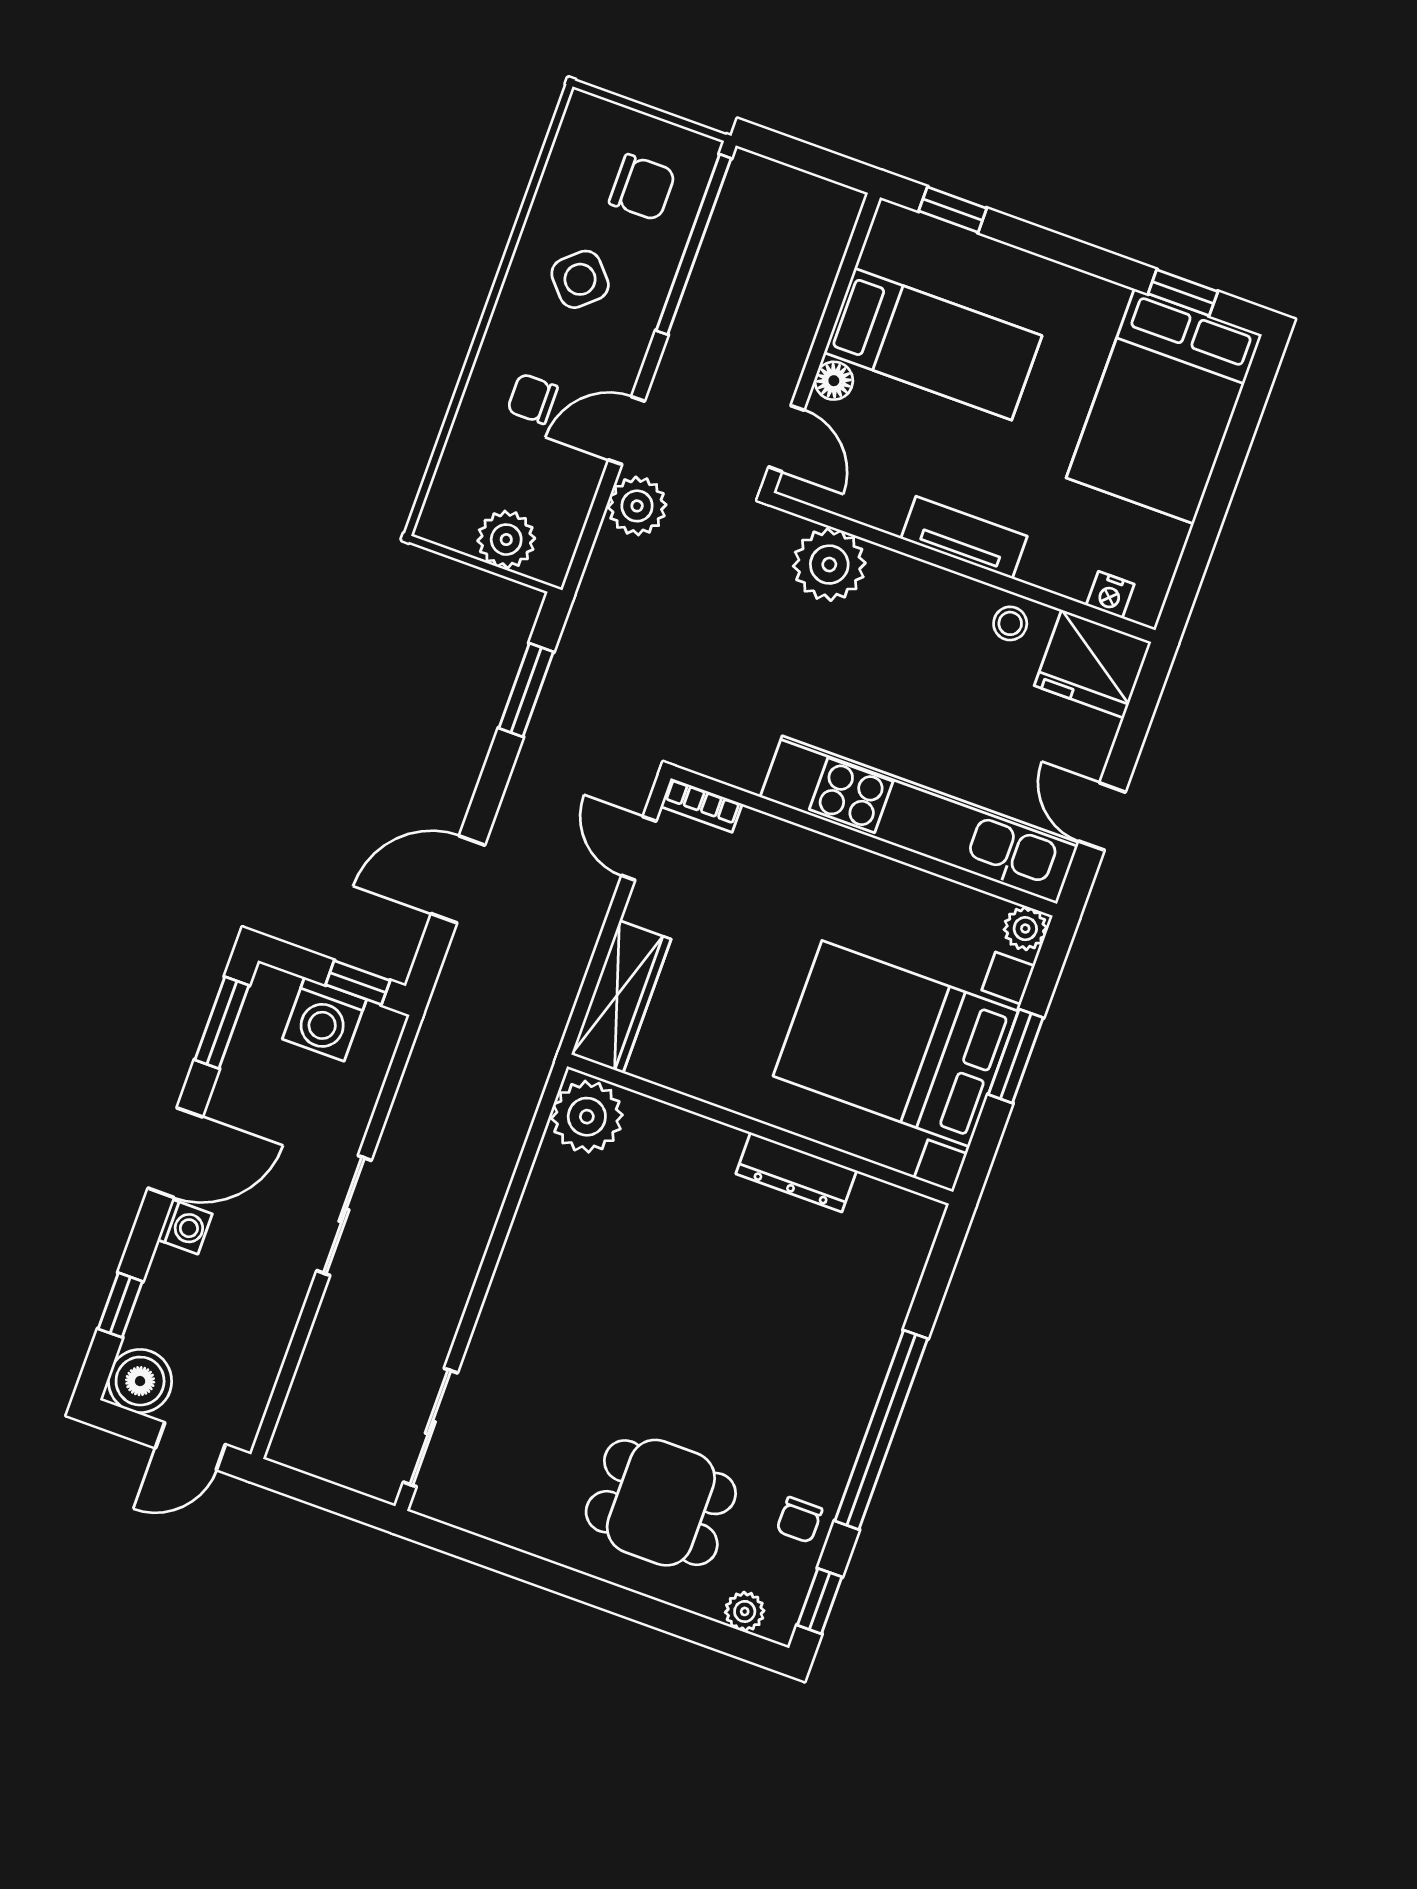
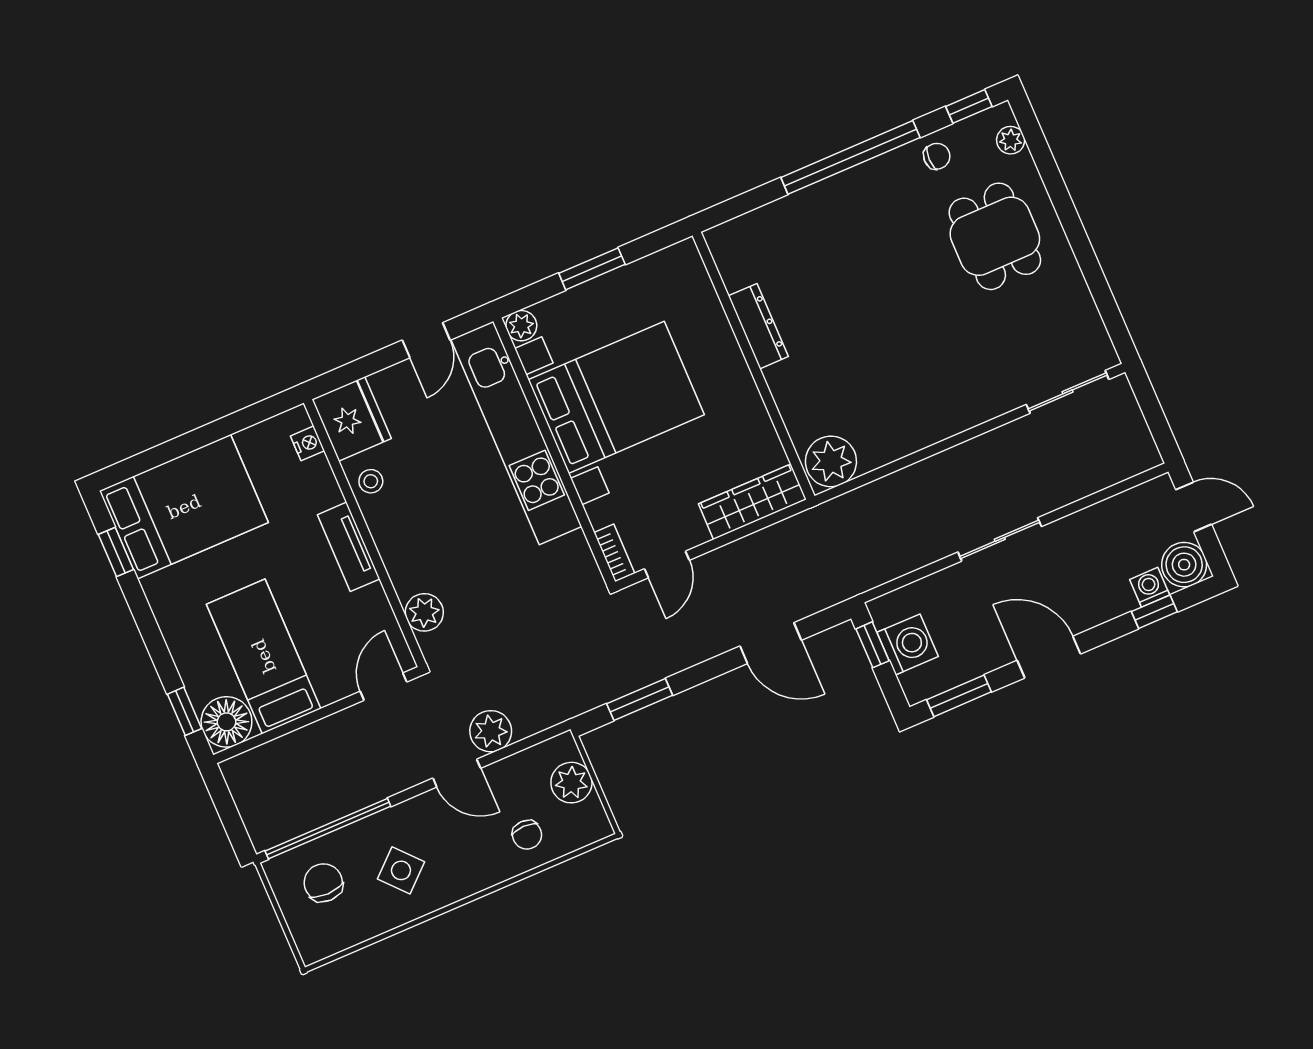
floor lamp: (834, 381) -> (226, 722), moved, width x1.89, depth x1.89
chair: (532, 399) -> (527, 835), moved
plant: (829, 565) -> (424, 612), width x0.73, depth x0.73
bed with nightstands: (896, 1044) -> (616, 397), moved, turned -90
washing machine: (185, 1227) -> (1150, 587), moved

